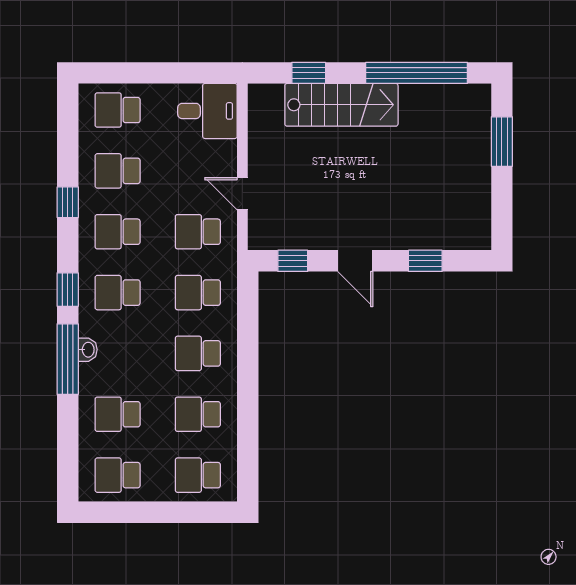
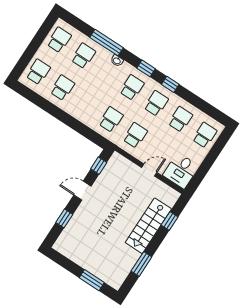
window: (417, 73) -> (141, 264), width x0.47
door: (242, 194) -> (149, 170), moved
window: (68, 202) -> (170, 84), moved
school desk: (198, 353) -> (87, 104), removed
window: (68, 359) -> (106, 43), moved

